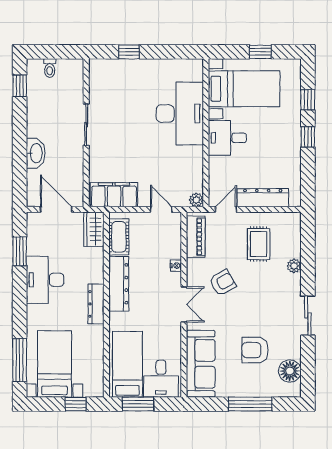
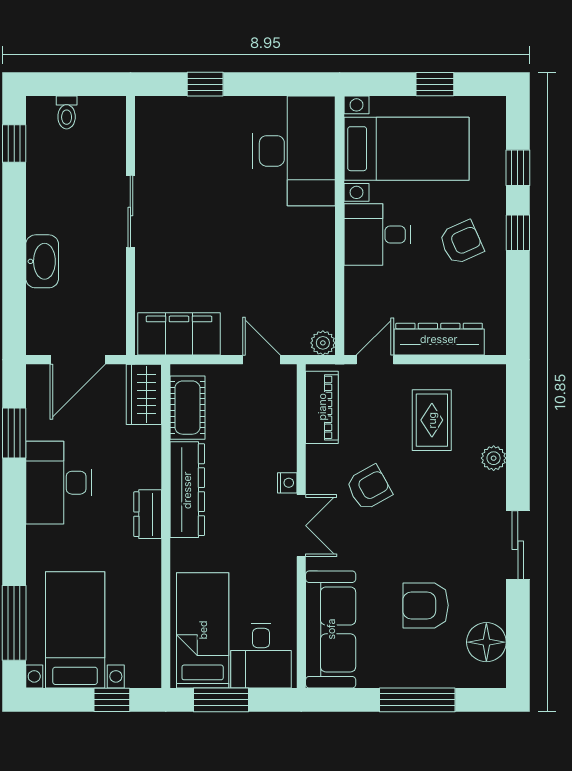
desk: (180, 114) -> (294, 151), moved
armchair: (275, 142) -> (461, 242), added
door: (56, 209) -> (78, 360), swing flipped
nightstand: (176, 266) -> (287, 483), moved
dresser: (96, 304) -> (148, 514), width x0.70

